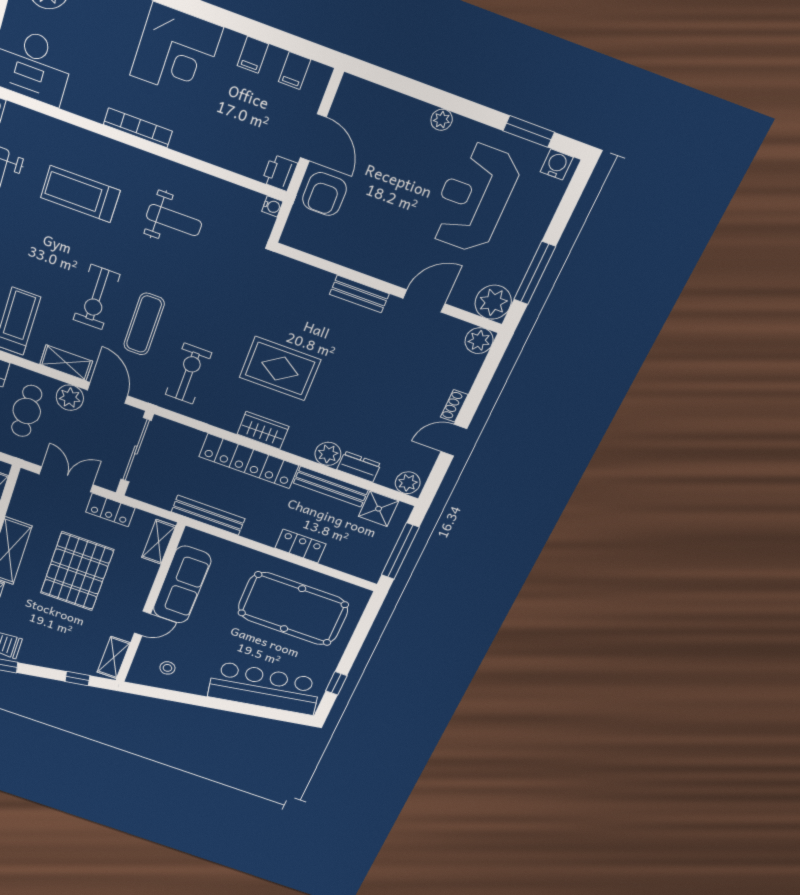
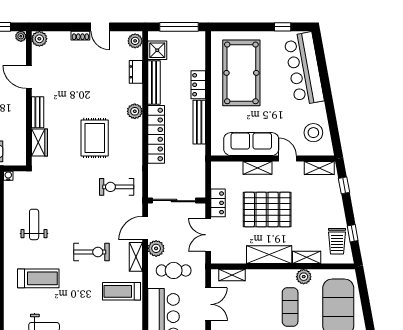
treadmill: (80, 194) -> (38, 278), turned -90
plant: (493, 302) -> (21, 36), width x0.53, depth x0.53
exercise mat: (144, 324) -> (97, 221), removed
wardrobe: (263, 430) -> (40, 142), moved, turned 180
plant: (328, 454) -> (135, 111), moved
bench: (208, 515) -> (199, 122), moved
shelving: (159, 542) -> (258, 168), moved
stool: (167, 668) -> (313, 133), width x1.89, depth x1.89

